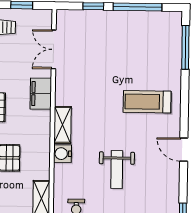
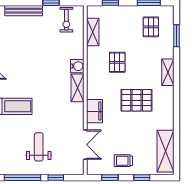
weight bench: (117, 169) -> (39, 147), moved

